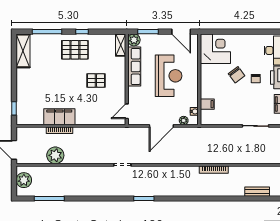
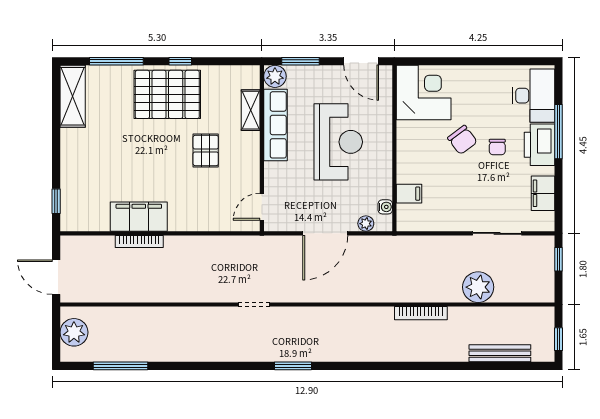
shelving: (121, 45) -> (251, 110), moved
pallet: (75, 50) -> (167, 94), width x1.37, depth x1.41
pallet: (96, 81) -> (206, 150), turned 90
plant: (55, 155) -> (478, 287), moved
bench: (257, 192) -> (500, 353), width x1.36

